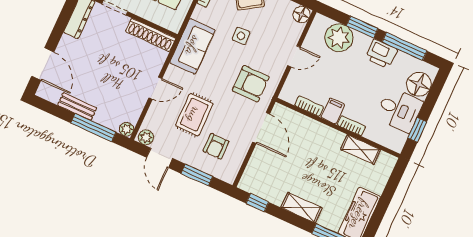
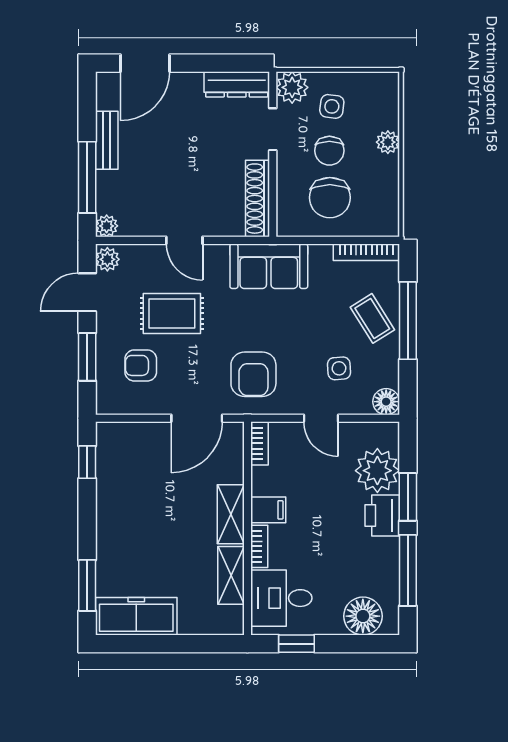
side table: (241, 36) -> (339, 368), moved
printer: (381, 54) -> (382, 516), moved
bookcase: (309, 106) -> (259, 443), moved
desk: (399, 110) -> (281, 598), moved, turned 90
shelving: (302, 208) -> (231, 514), moved

